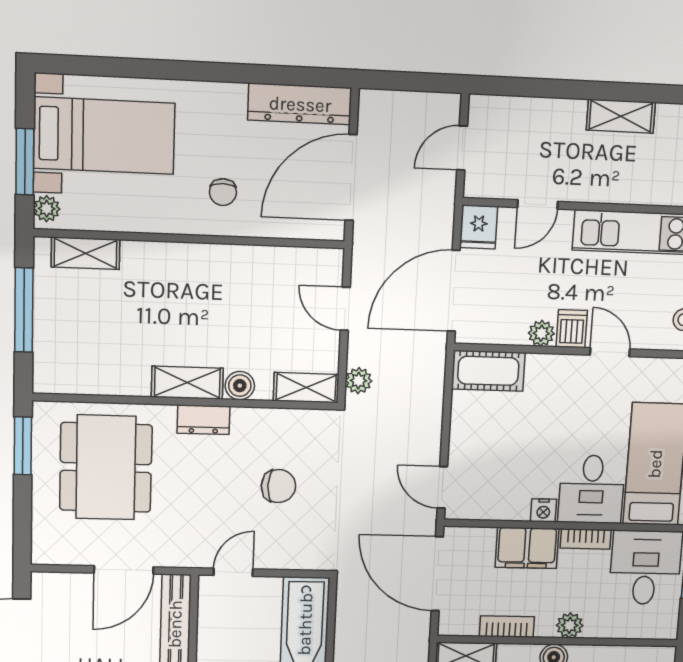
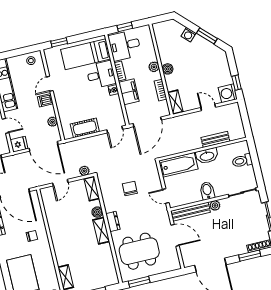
plant: (541, 333) -> (52, 122), moved
cot: (488, 371) -> (85, 128), moved, turned 90

